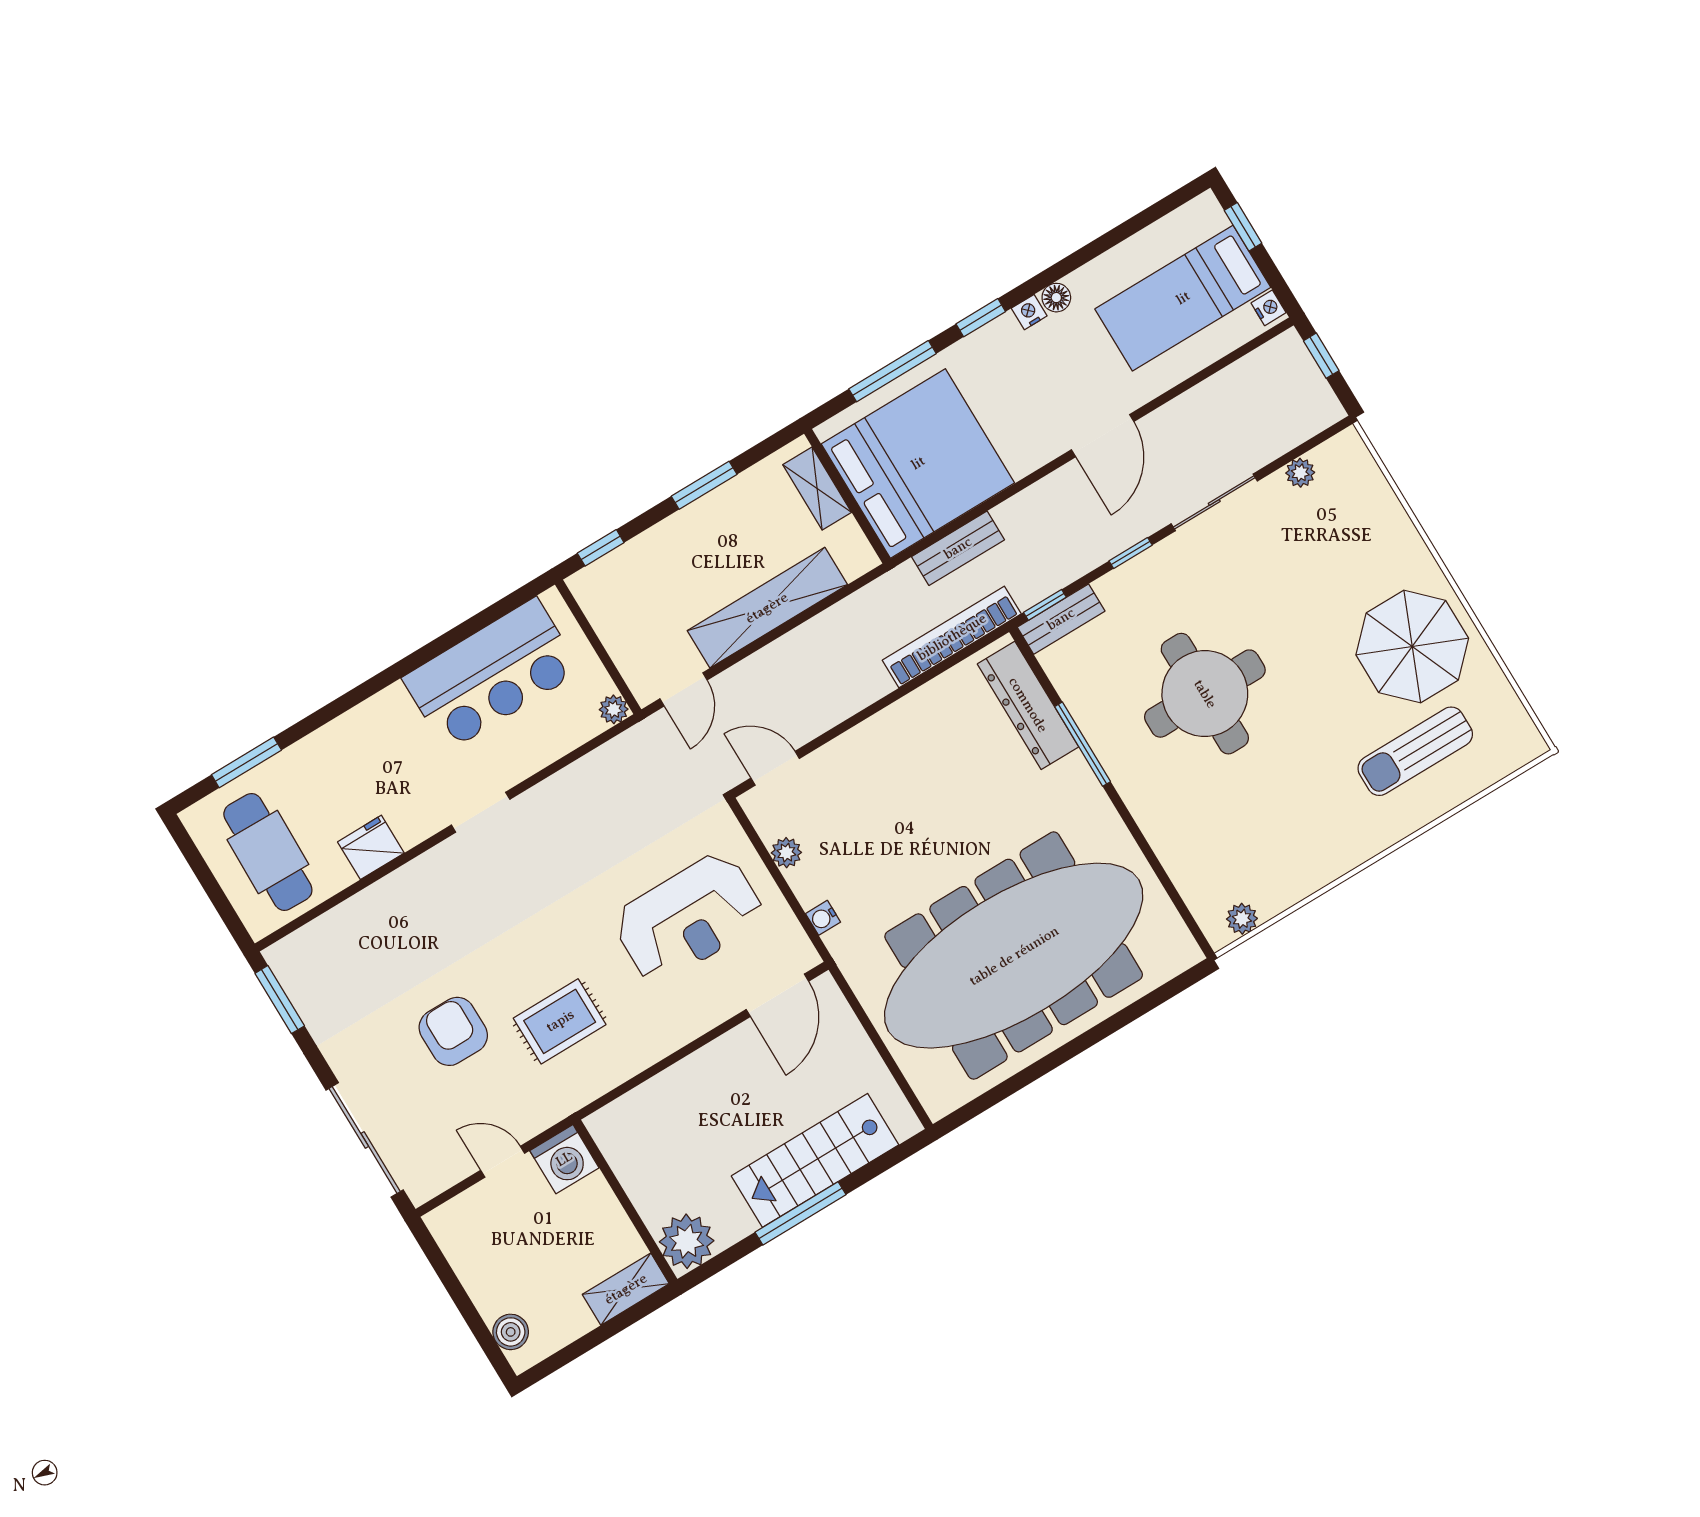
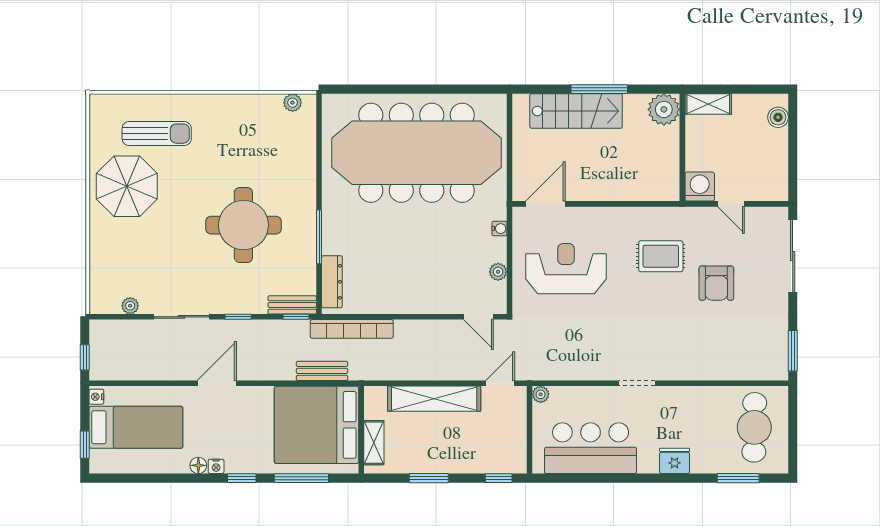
dresser: (1028, 705) -> (332, 282), width x0.73, depth x0.80
fridge: (371, 847) -> (675, 461), moved, turned 180

